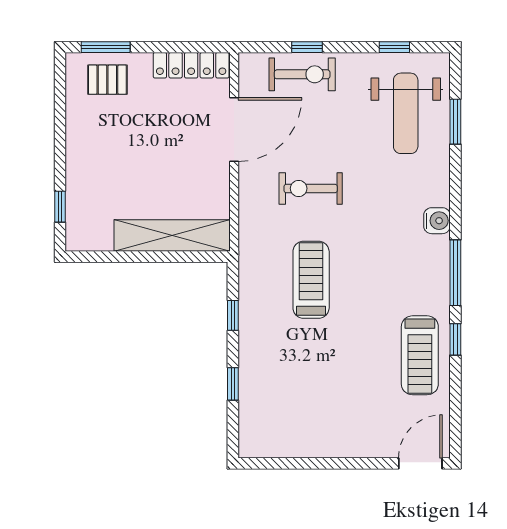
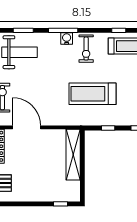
exercise bike: (311, 188) -> (86, 49), moved
window: (455, 273) -> (63, 30), moved
treadmill: (311, 280) -> (93, 94), width x1.37, depth x1.37

